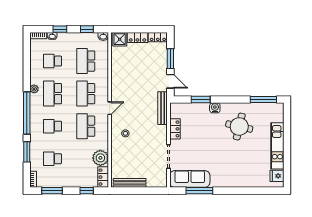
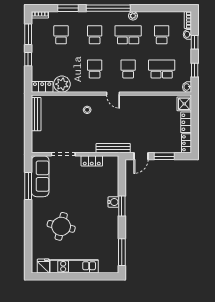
school desk: (86, 94) -> (128, 69), width x0.54
window: (201, 100) -> (122, 206), moved
school desk: (86, 126) -> (95, 69), width x0.54
round table: (239, 127) -> (61, 226), moved
window: (87, 191) -> (28, 59), moved

